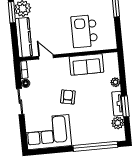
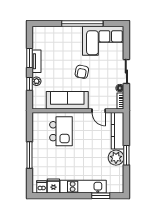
sofa: (86, 64) -> (67, 100), width x1.36
window: (123, 79) -> (29, 84), added
plant: (118, 123) -> (38, 43), removed
window: (95, 146) -> (82, 24), moved

